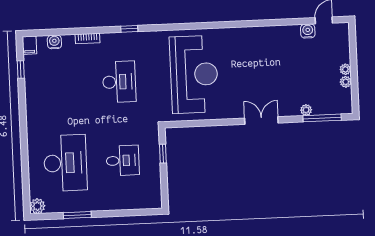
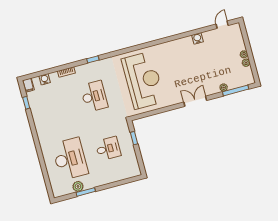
water cooler: (308, 31) -> (197, 38), moved
plant: (37, 206) -> (78, 186), moved

